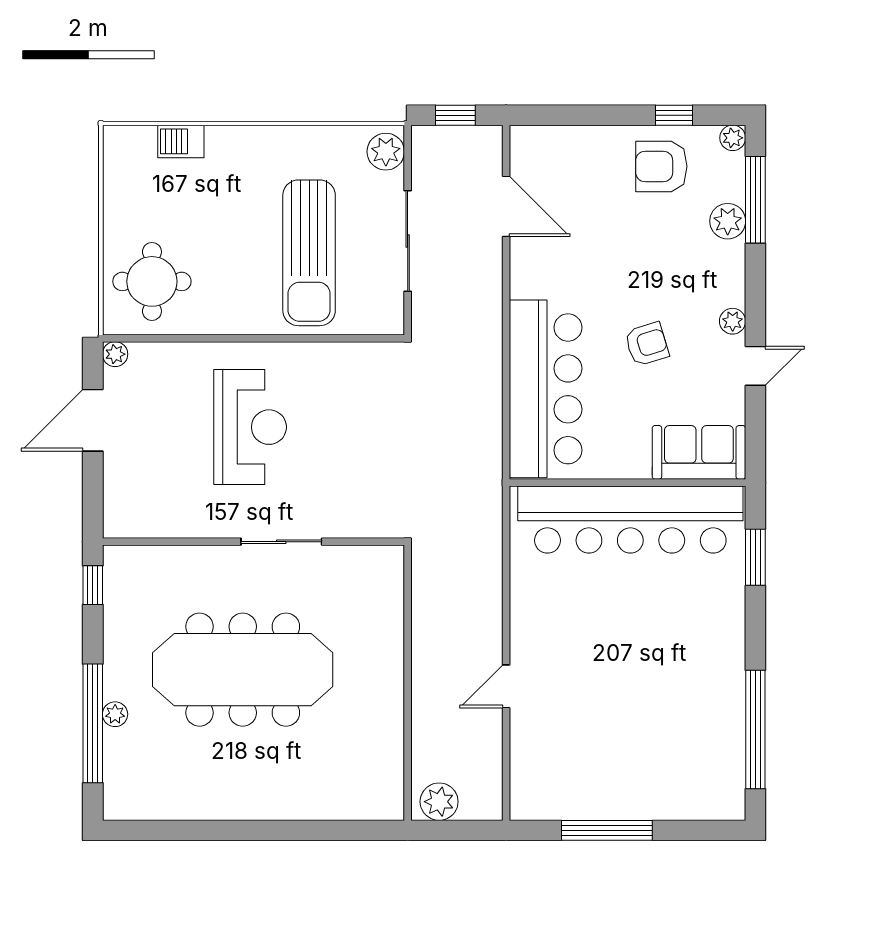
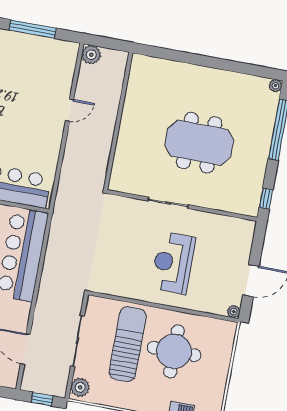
round table: (152, 281) -> (174, 351), moved, width x1.36, depth x1.36
meeting table: (243, 670) -> (199, 143), width x0.73
plant: (115, 714) -> (275, 86), moved
plant: (439, 802) -> (91, 55), moved

